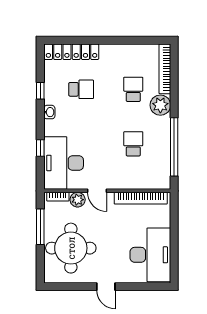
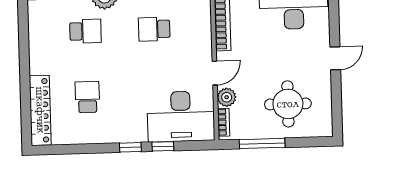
school desk: (133, 89) -> (85, 31), turned 180
window: (40, 91) -> (130, 147), moved
washbasin: (49, 112) -> (117, 136), removed
round table: (71, 248) -> (288, 104), width x0.73, depth x0.73

